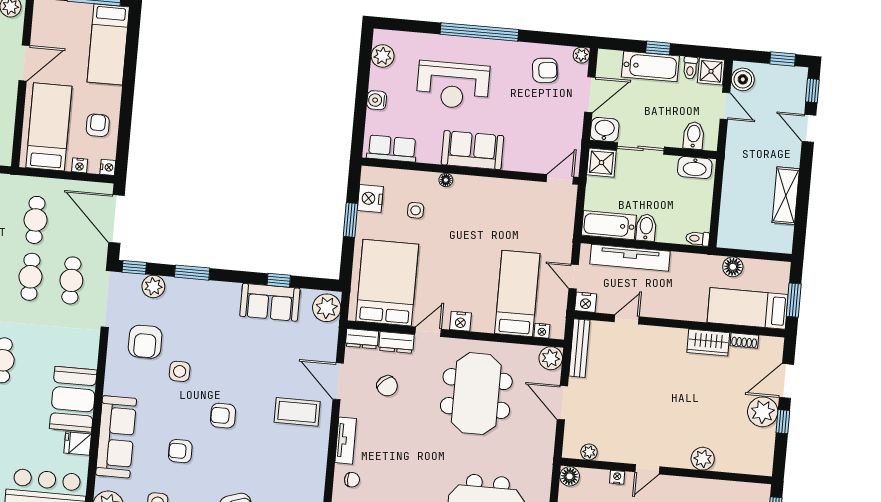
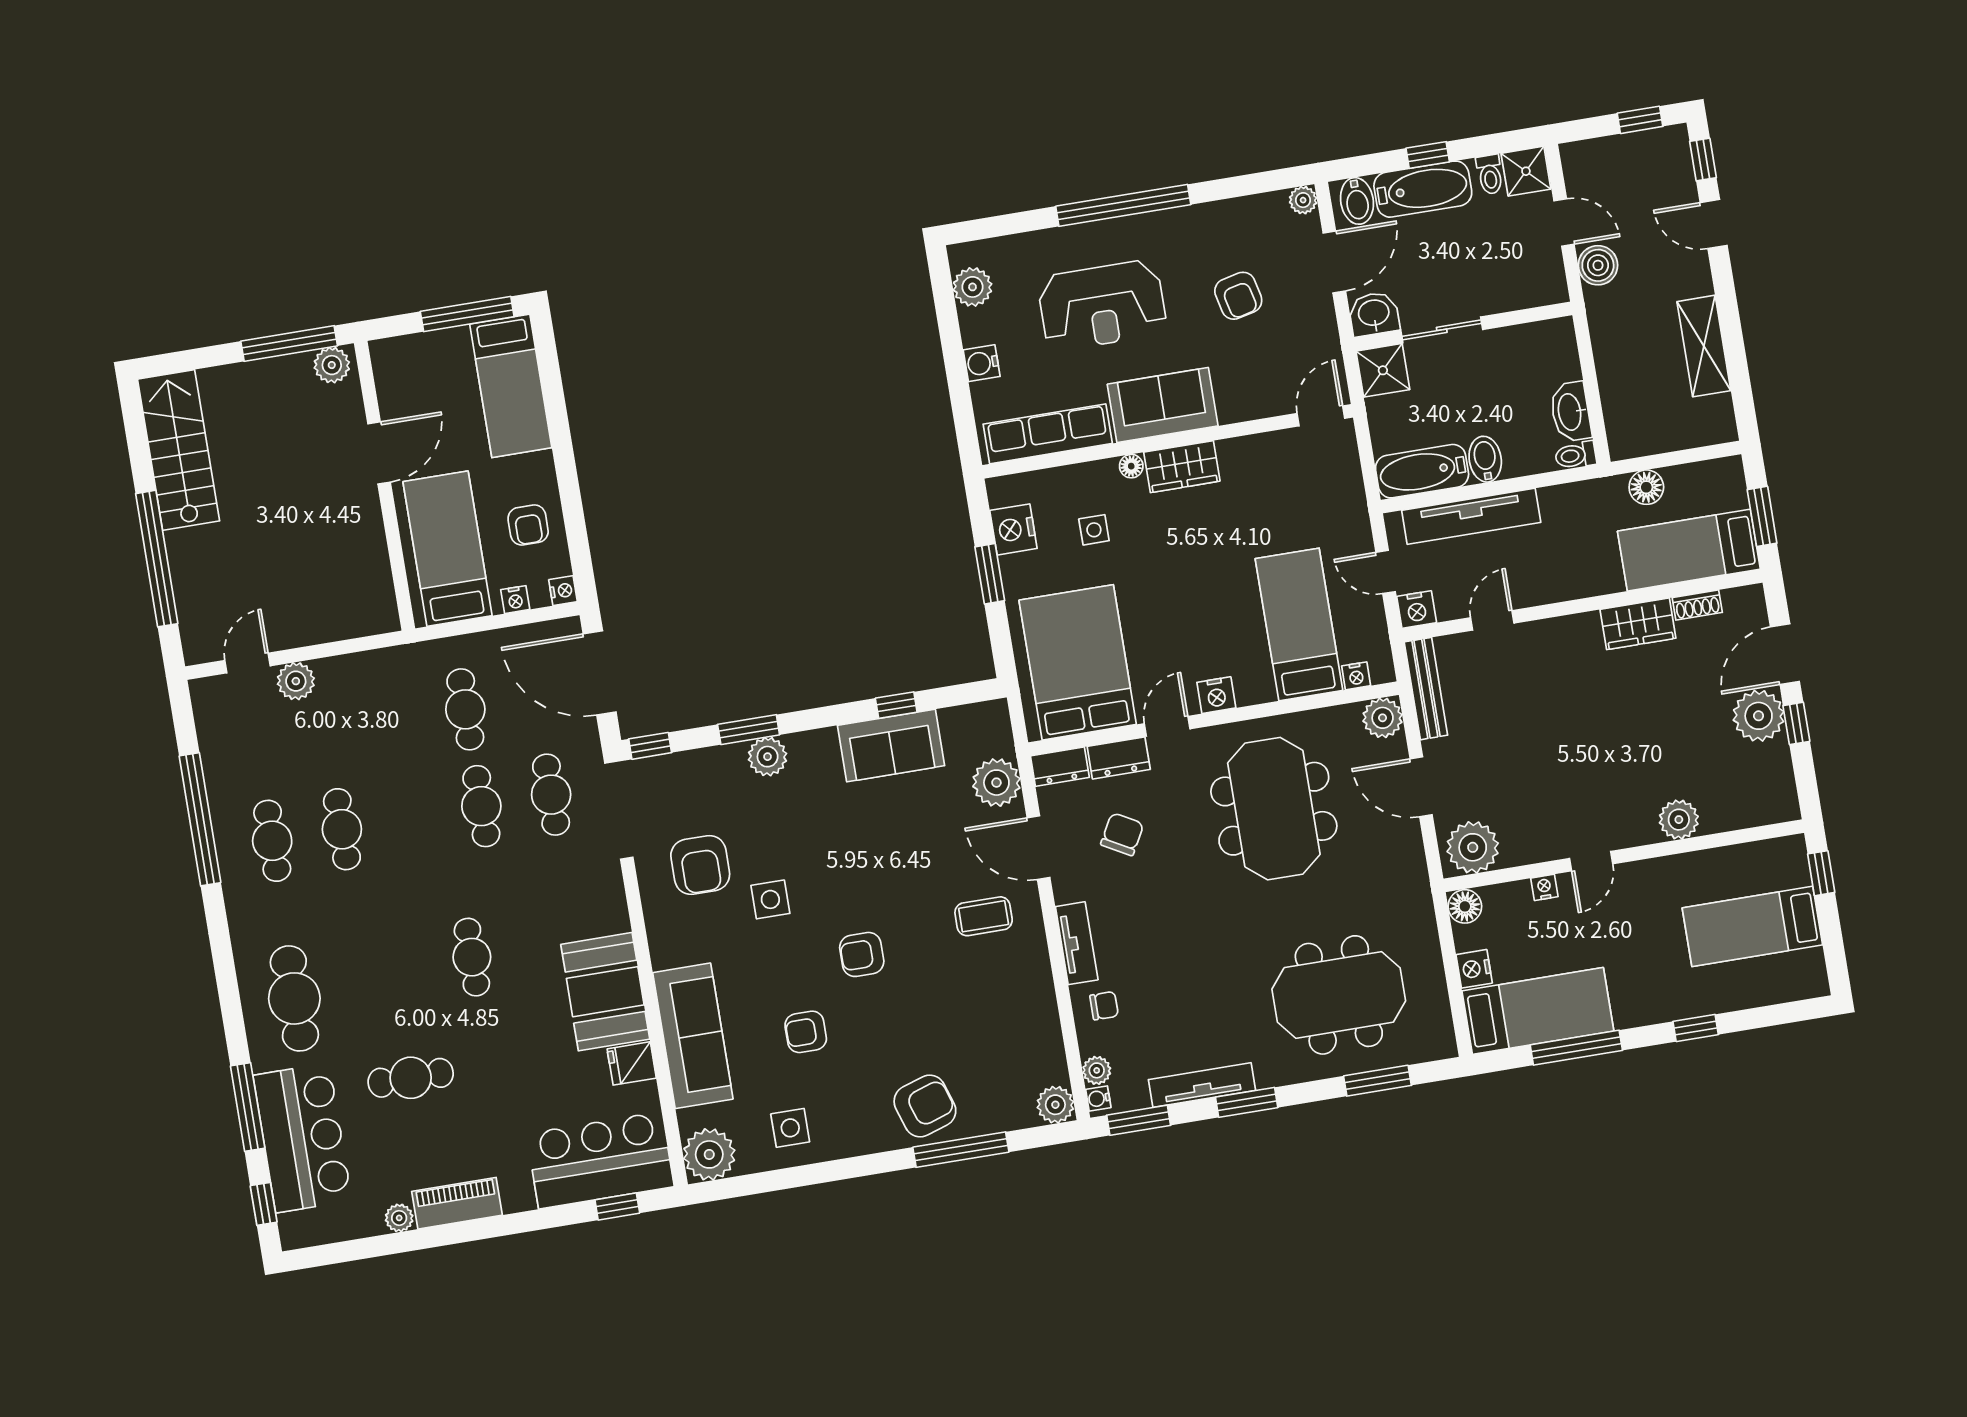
armchair: (545, 70) -> (1238, 296), moved, turned 83
boiler: (743, 79) -> (1598, 265), moved
armchair: (98, 125) -> (528, 525), turned 180
bidet: (694, 135) -> (1357, 201), moved, turned 180
row of seats: (392, 149) -> (1048, 434), width x1.48
washbasin: (695, 168) -> (1571, 412), moved, turned 90
wardrobe: (474, 188) -> (1182, 467), added
plant: (153, 286) -> (768, 757), moved
plant: (327, 308) -> (996, 783), moved
chair: (387, 386) -> (1122, 834), turned -110
coffee table: (297, 412) -> (984, 916), width x0.73, depth x0.77
plant: (589, 452) -> (1473, 847), width x1.87, depth x1.87

